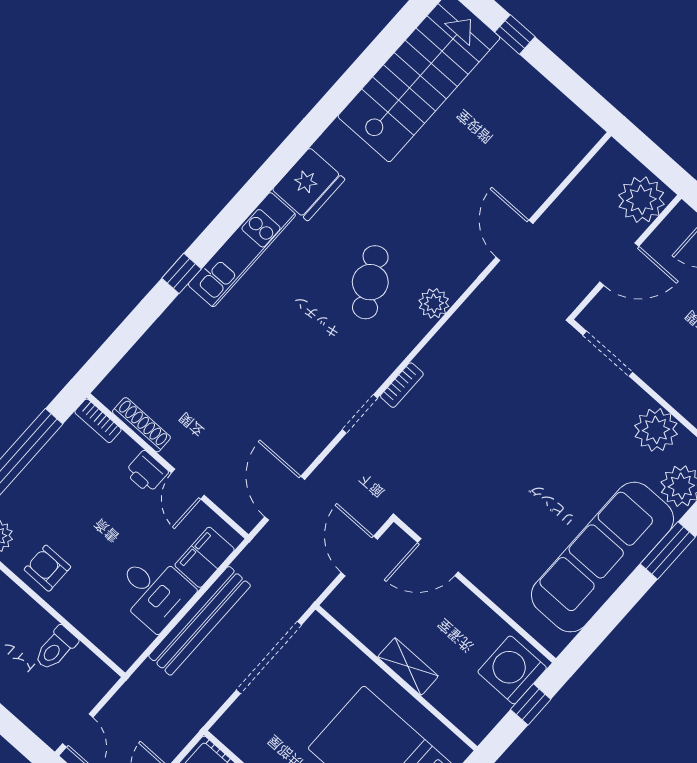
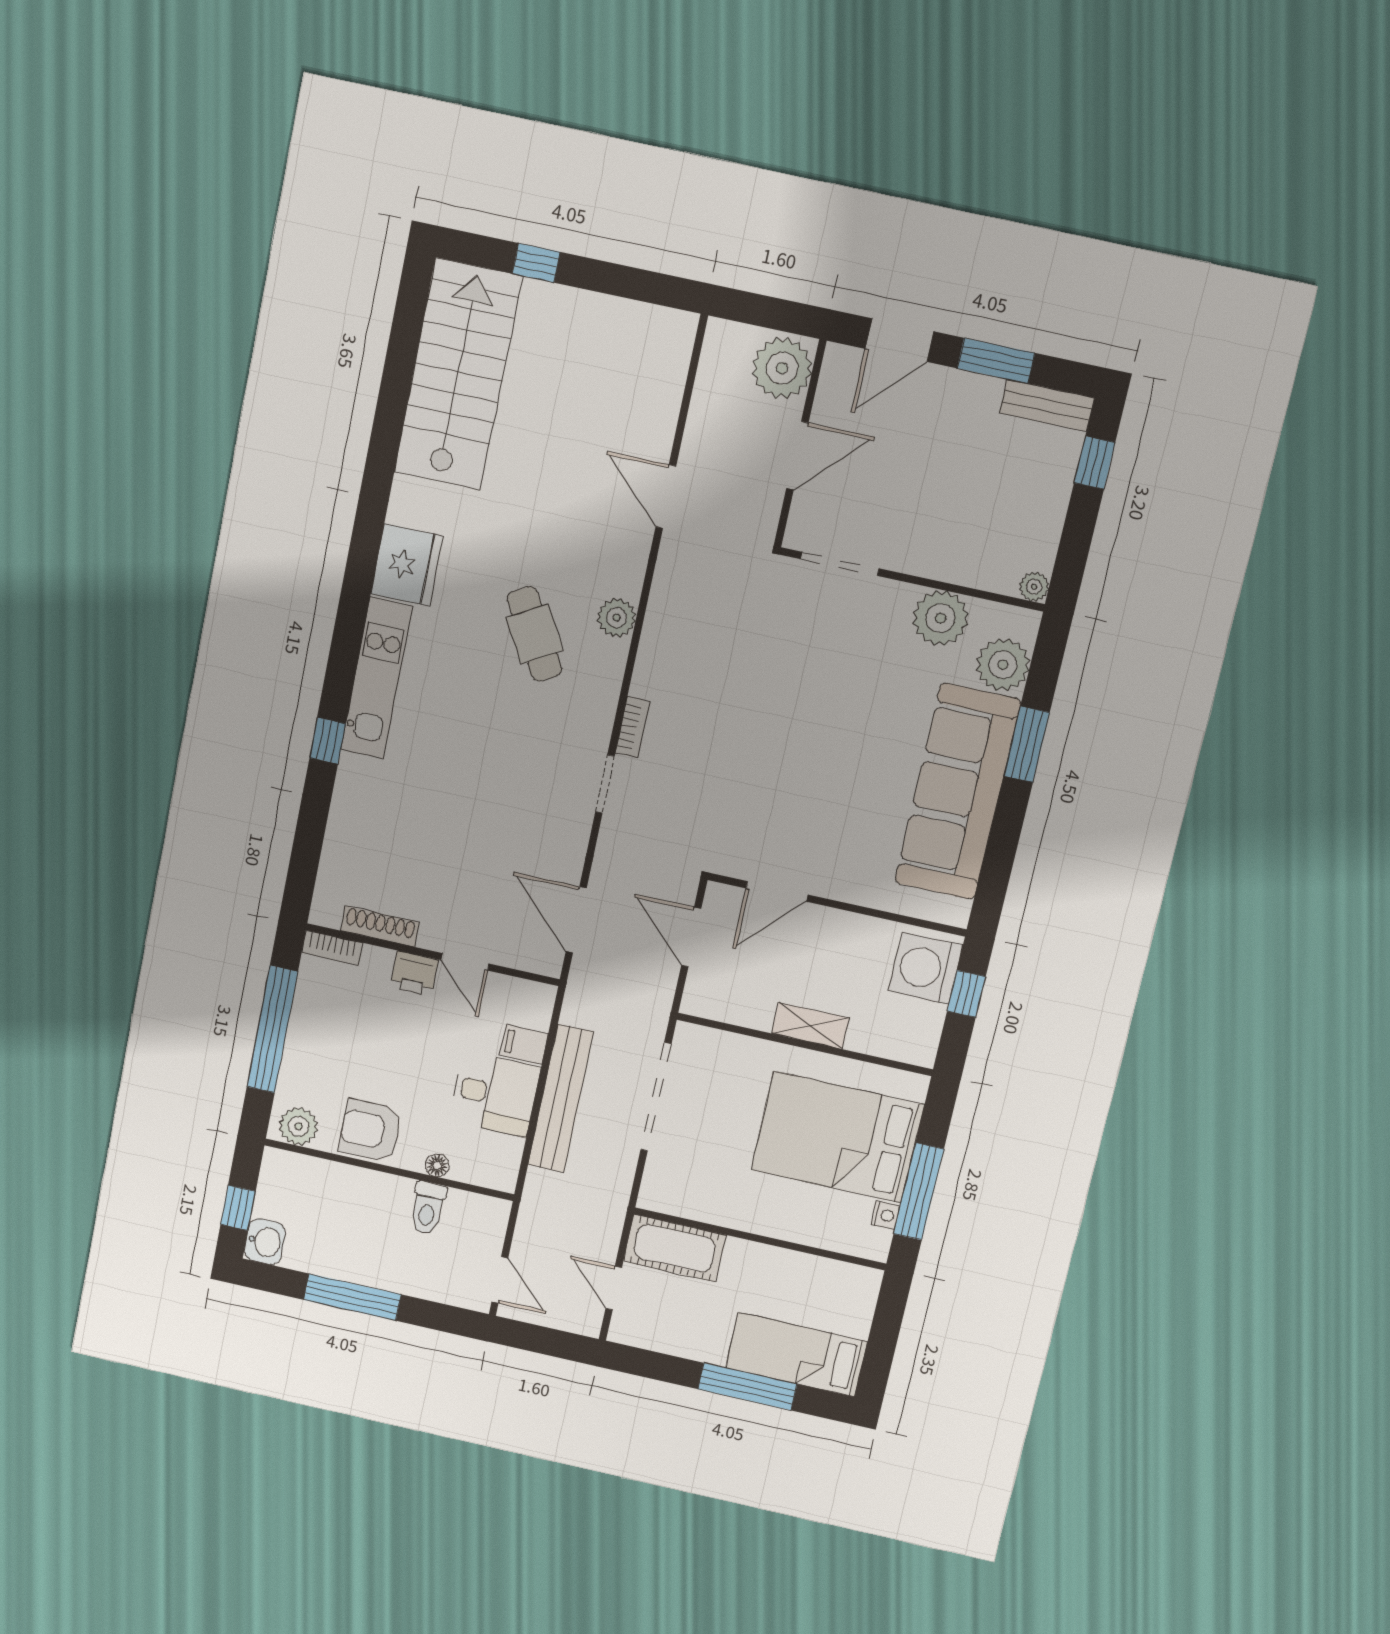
filing cabinet: (205, 557) -> (524, 1045), width x0.50
armchair: (47, 568) -> (370, 1131), width x1.38, depth x1.38
floor lamp: (81, 620) -> (437, 1165), added

